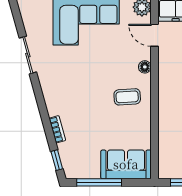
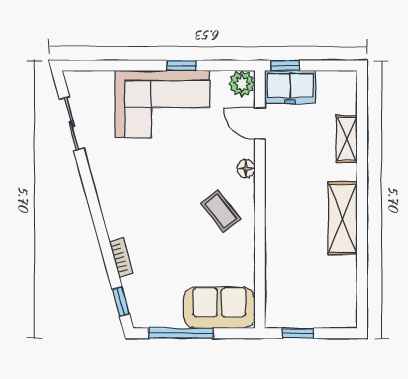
sliding door: (28, 55) -> (72, 124), moved
coffee table: (127, 97) -> (221, 211), turned 55

